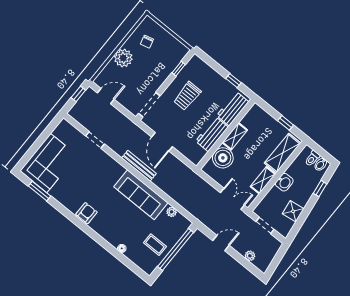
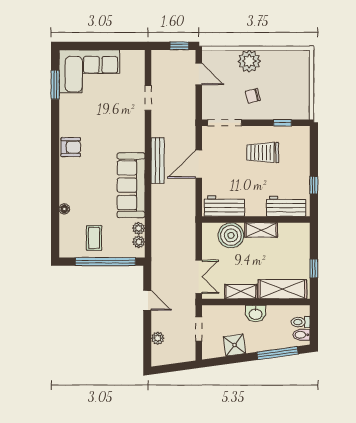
chair: (147, 42) -> (253, 96), moved
workbench: (212, 134) -> (224, 206), moved
window: (320, 189) -> (277, 353), width x2.17
plant: (180, 219) -> (139, 242), added

